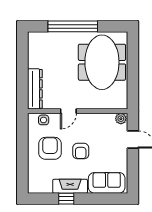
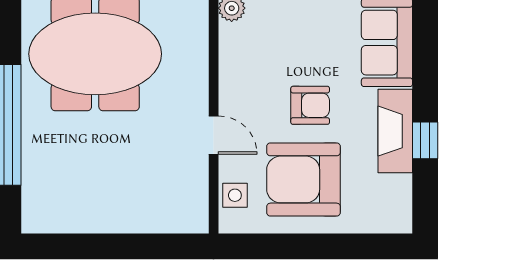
dresser: (35, 89) -> (160, 216), removed
armchair: (50, 148) -> (303, 179), width x1.36, depth x1.36

